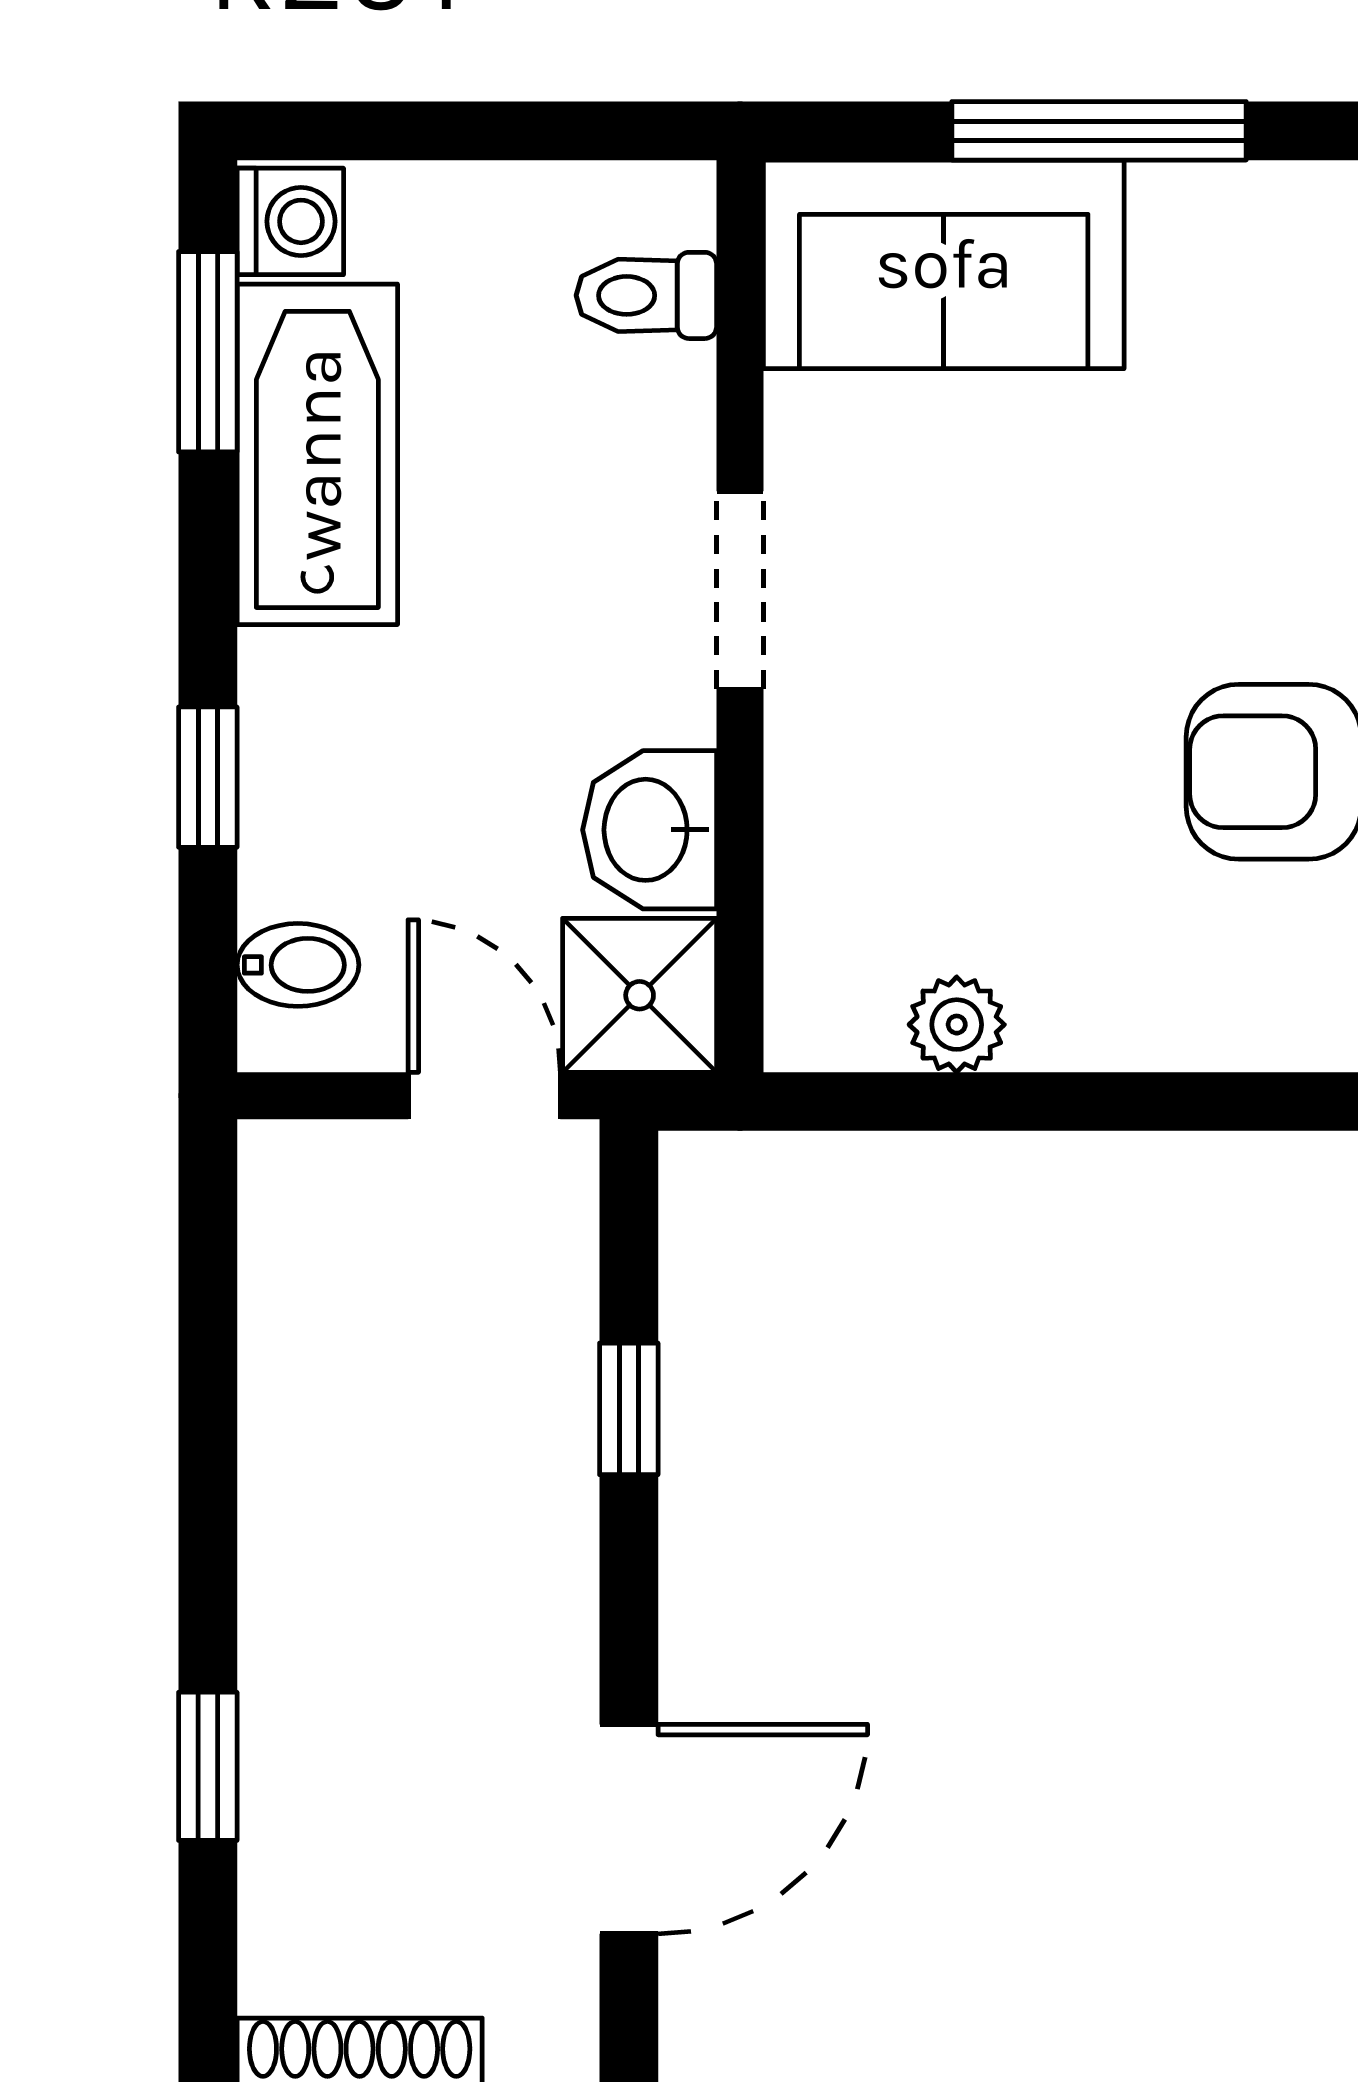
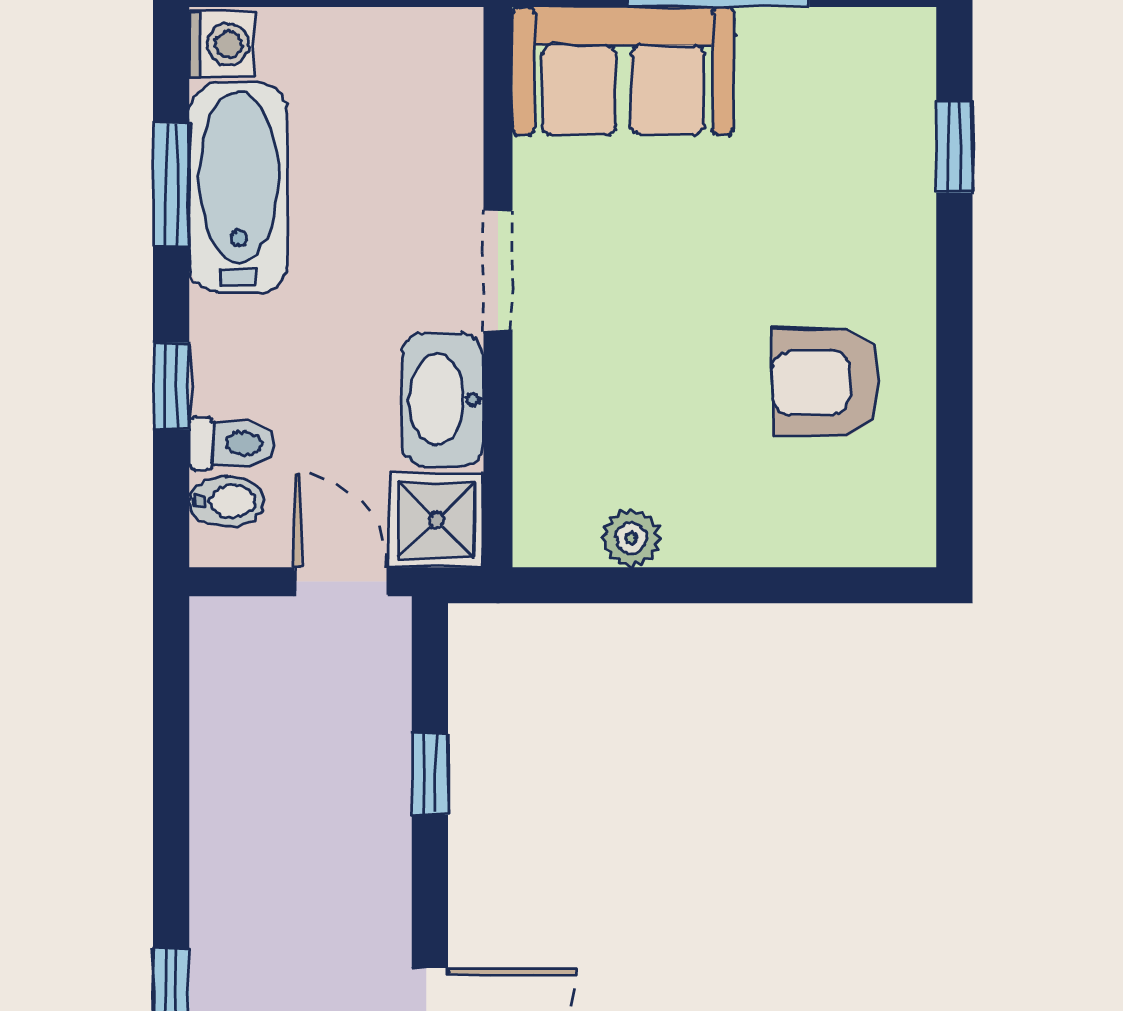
toilet: (646, 295) -> (232, 444), moved, turned 180
window: (208, 352) -> (171, 185), moved
washbasin: (650, 830) -> (443, 400), width x1.38

